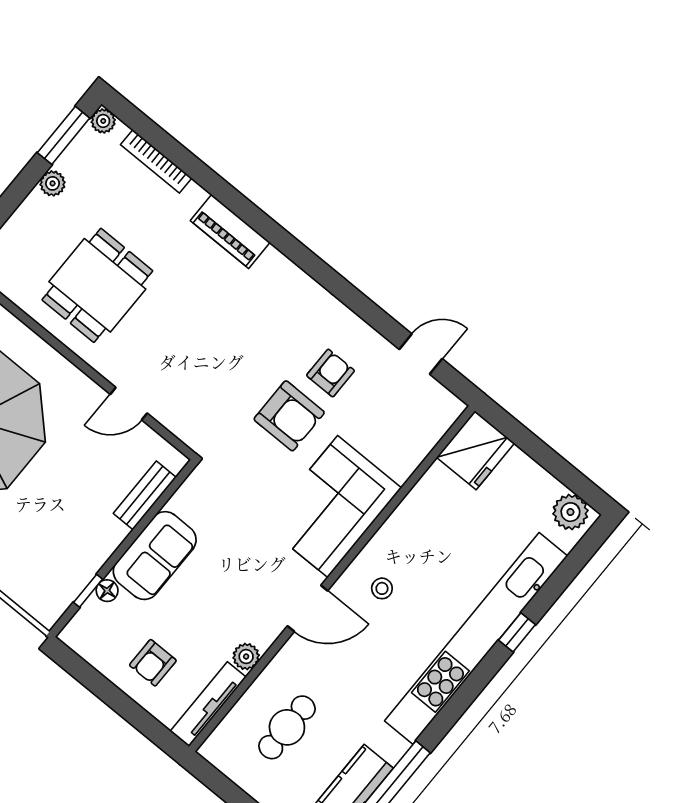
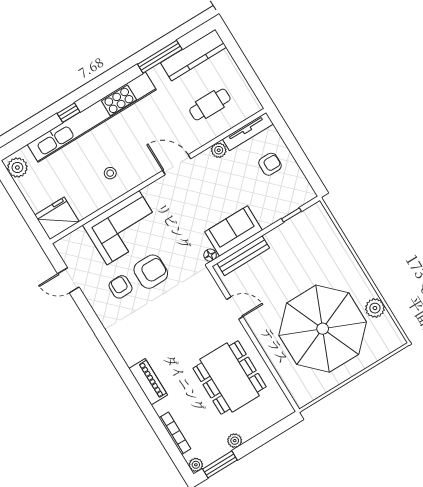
dining table: (97, 285) -> (230, 377), width x1.38
armchair: (331, 373) -> (121, 287), turned 90
armchair: (289, 416) -> (151, 272), turned 90
bench: (145, 495) -> (243, 256), width x1.36
corner sofa: (333, 507) -> (123, 228), moved
sofa: (155, 556) -> (234, 231), moved
stool: (382, 588) -> (110, 173), moved
floor lamp: (107, 591) -> (210, 255), moved

